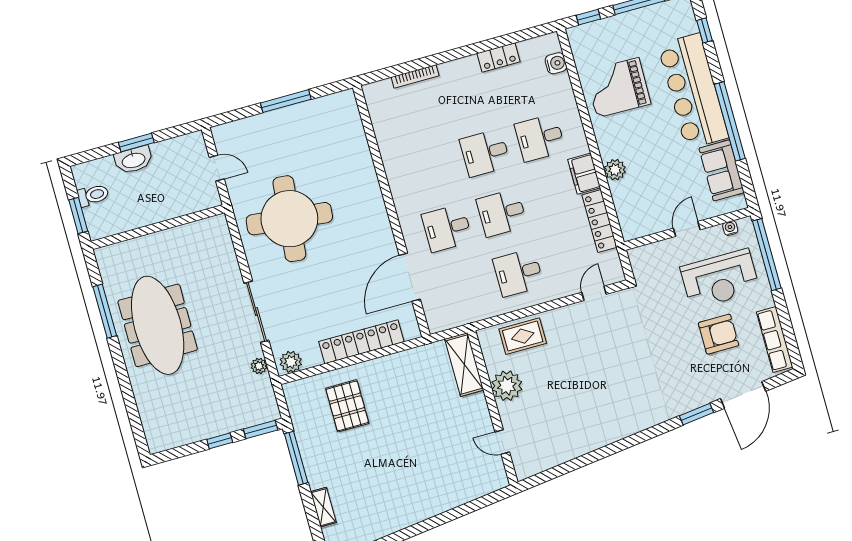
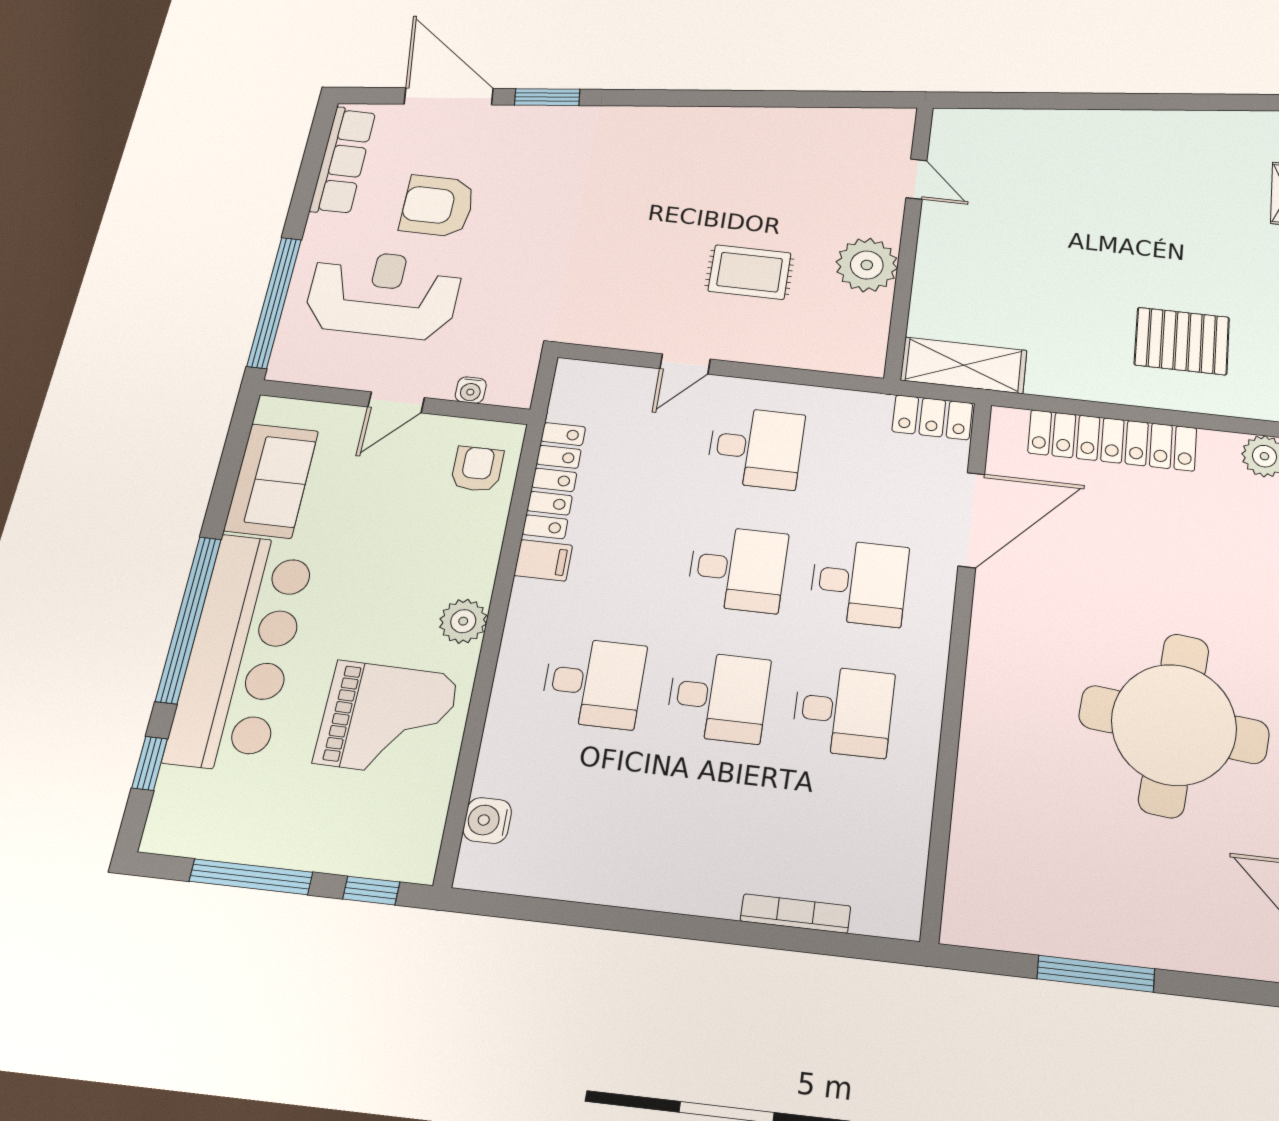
locker: (499, 57) -> (932, 417), moved, turned 180
window: (730, 121) -> (189, 619), moved
desk: (430, 168) -> (843, 711), added
plant: (615, 170) -> (463, 621), moved
filing cabinet: (584, 174) -> (543, 560), width x0.50
armchair: (635, 212) -> (477, 469), added
water cooler: (730, 228) -> (471, 390), moved
door: (594, 293) -> (685, 364), moved
rug: (523, 336) -> (750, 272), moved
shelving: (464, 364) -> (964, 365), moved, turned 90
door: (743, 395) -> (449, 96), hinge flipped
pallet: (347, 406) -> (1182, 341), turned 90

